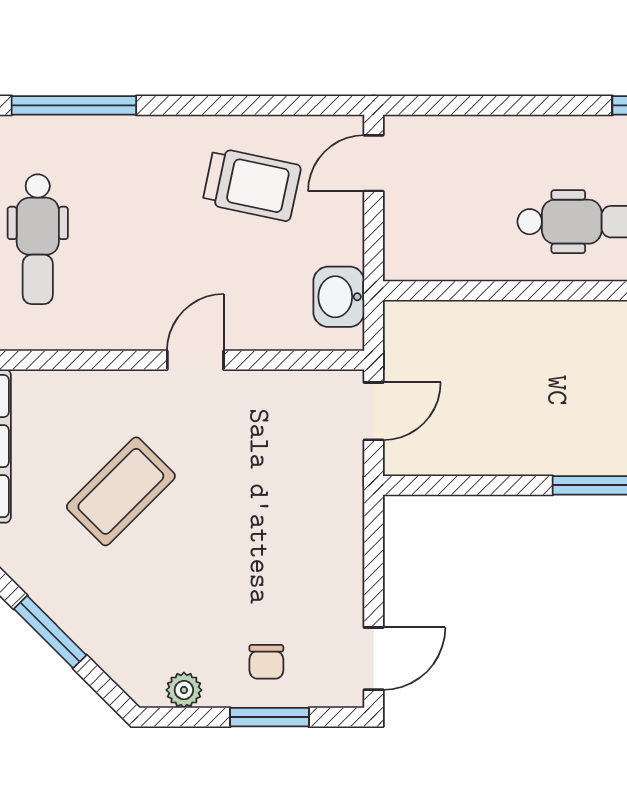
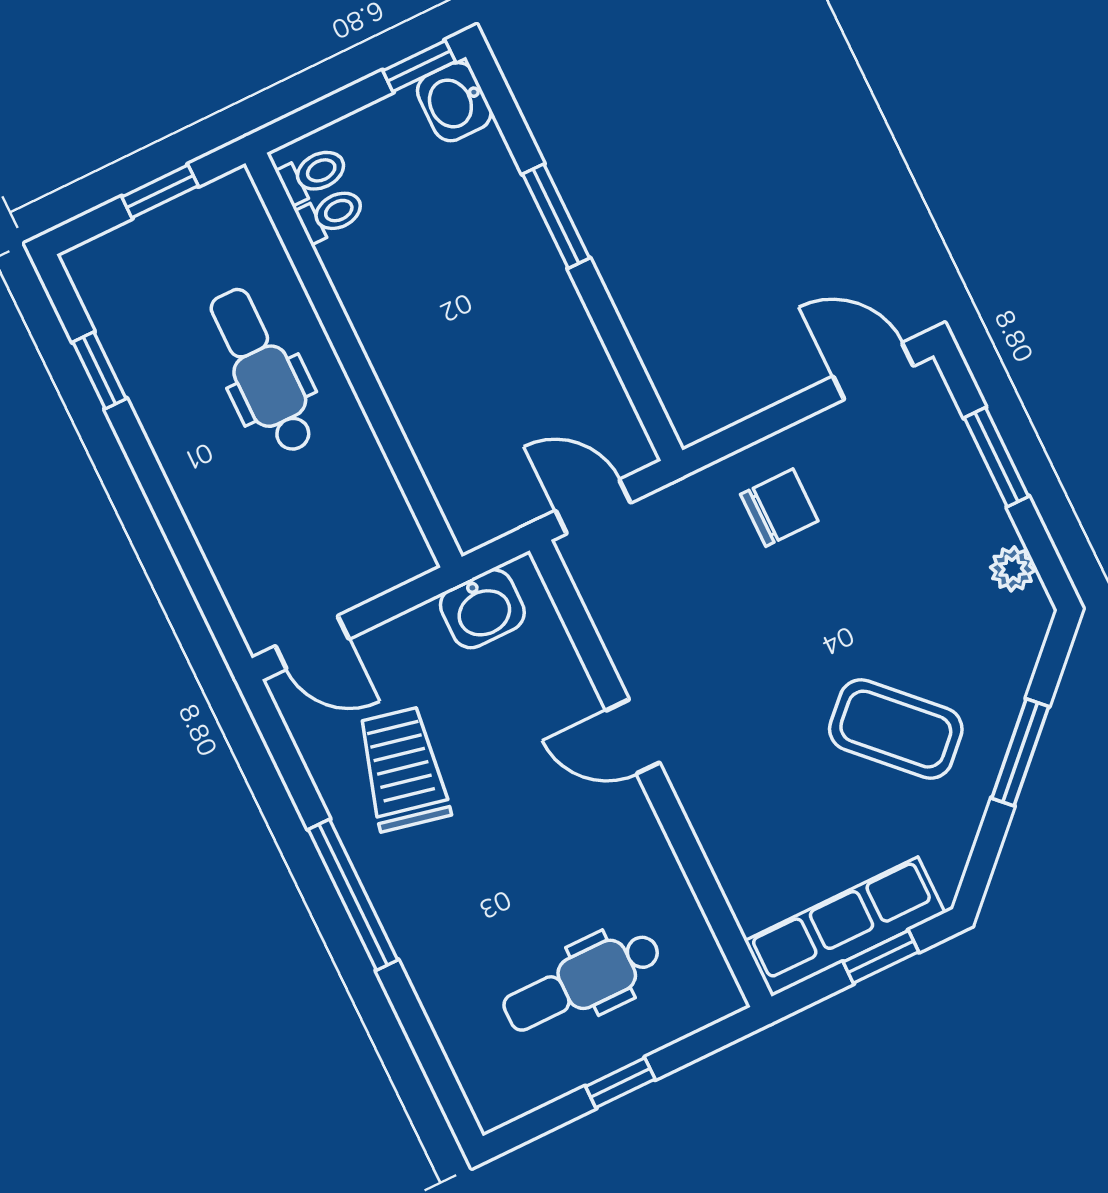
window: (74, 105) -> (353, 895), moved
dental chair: (38, 239) -> (582, 981), turned 180
coffee table: (121, 491) -> (896, 729), moved
chair: (266, 662) -> (779, 508), moved, width x1.37, depth x1.37

